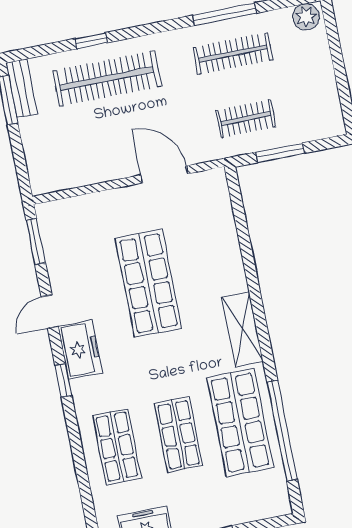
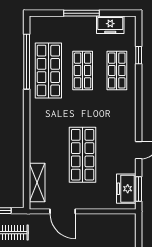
shelving: (242, 329) -> (37, 183), moved
freezer: (80, 350) -> (126, 189), moved
window: (63, 381) -> (139, 55), moved

